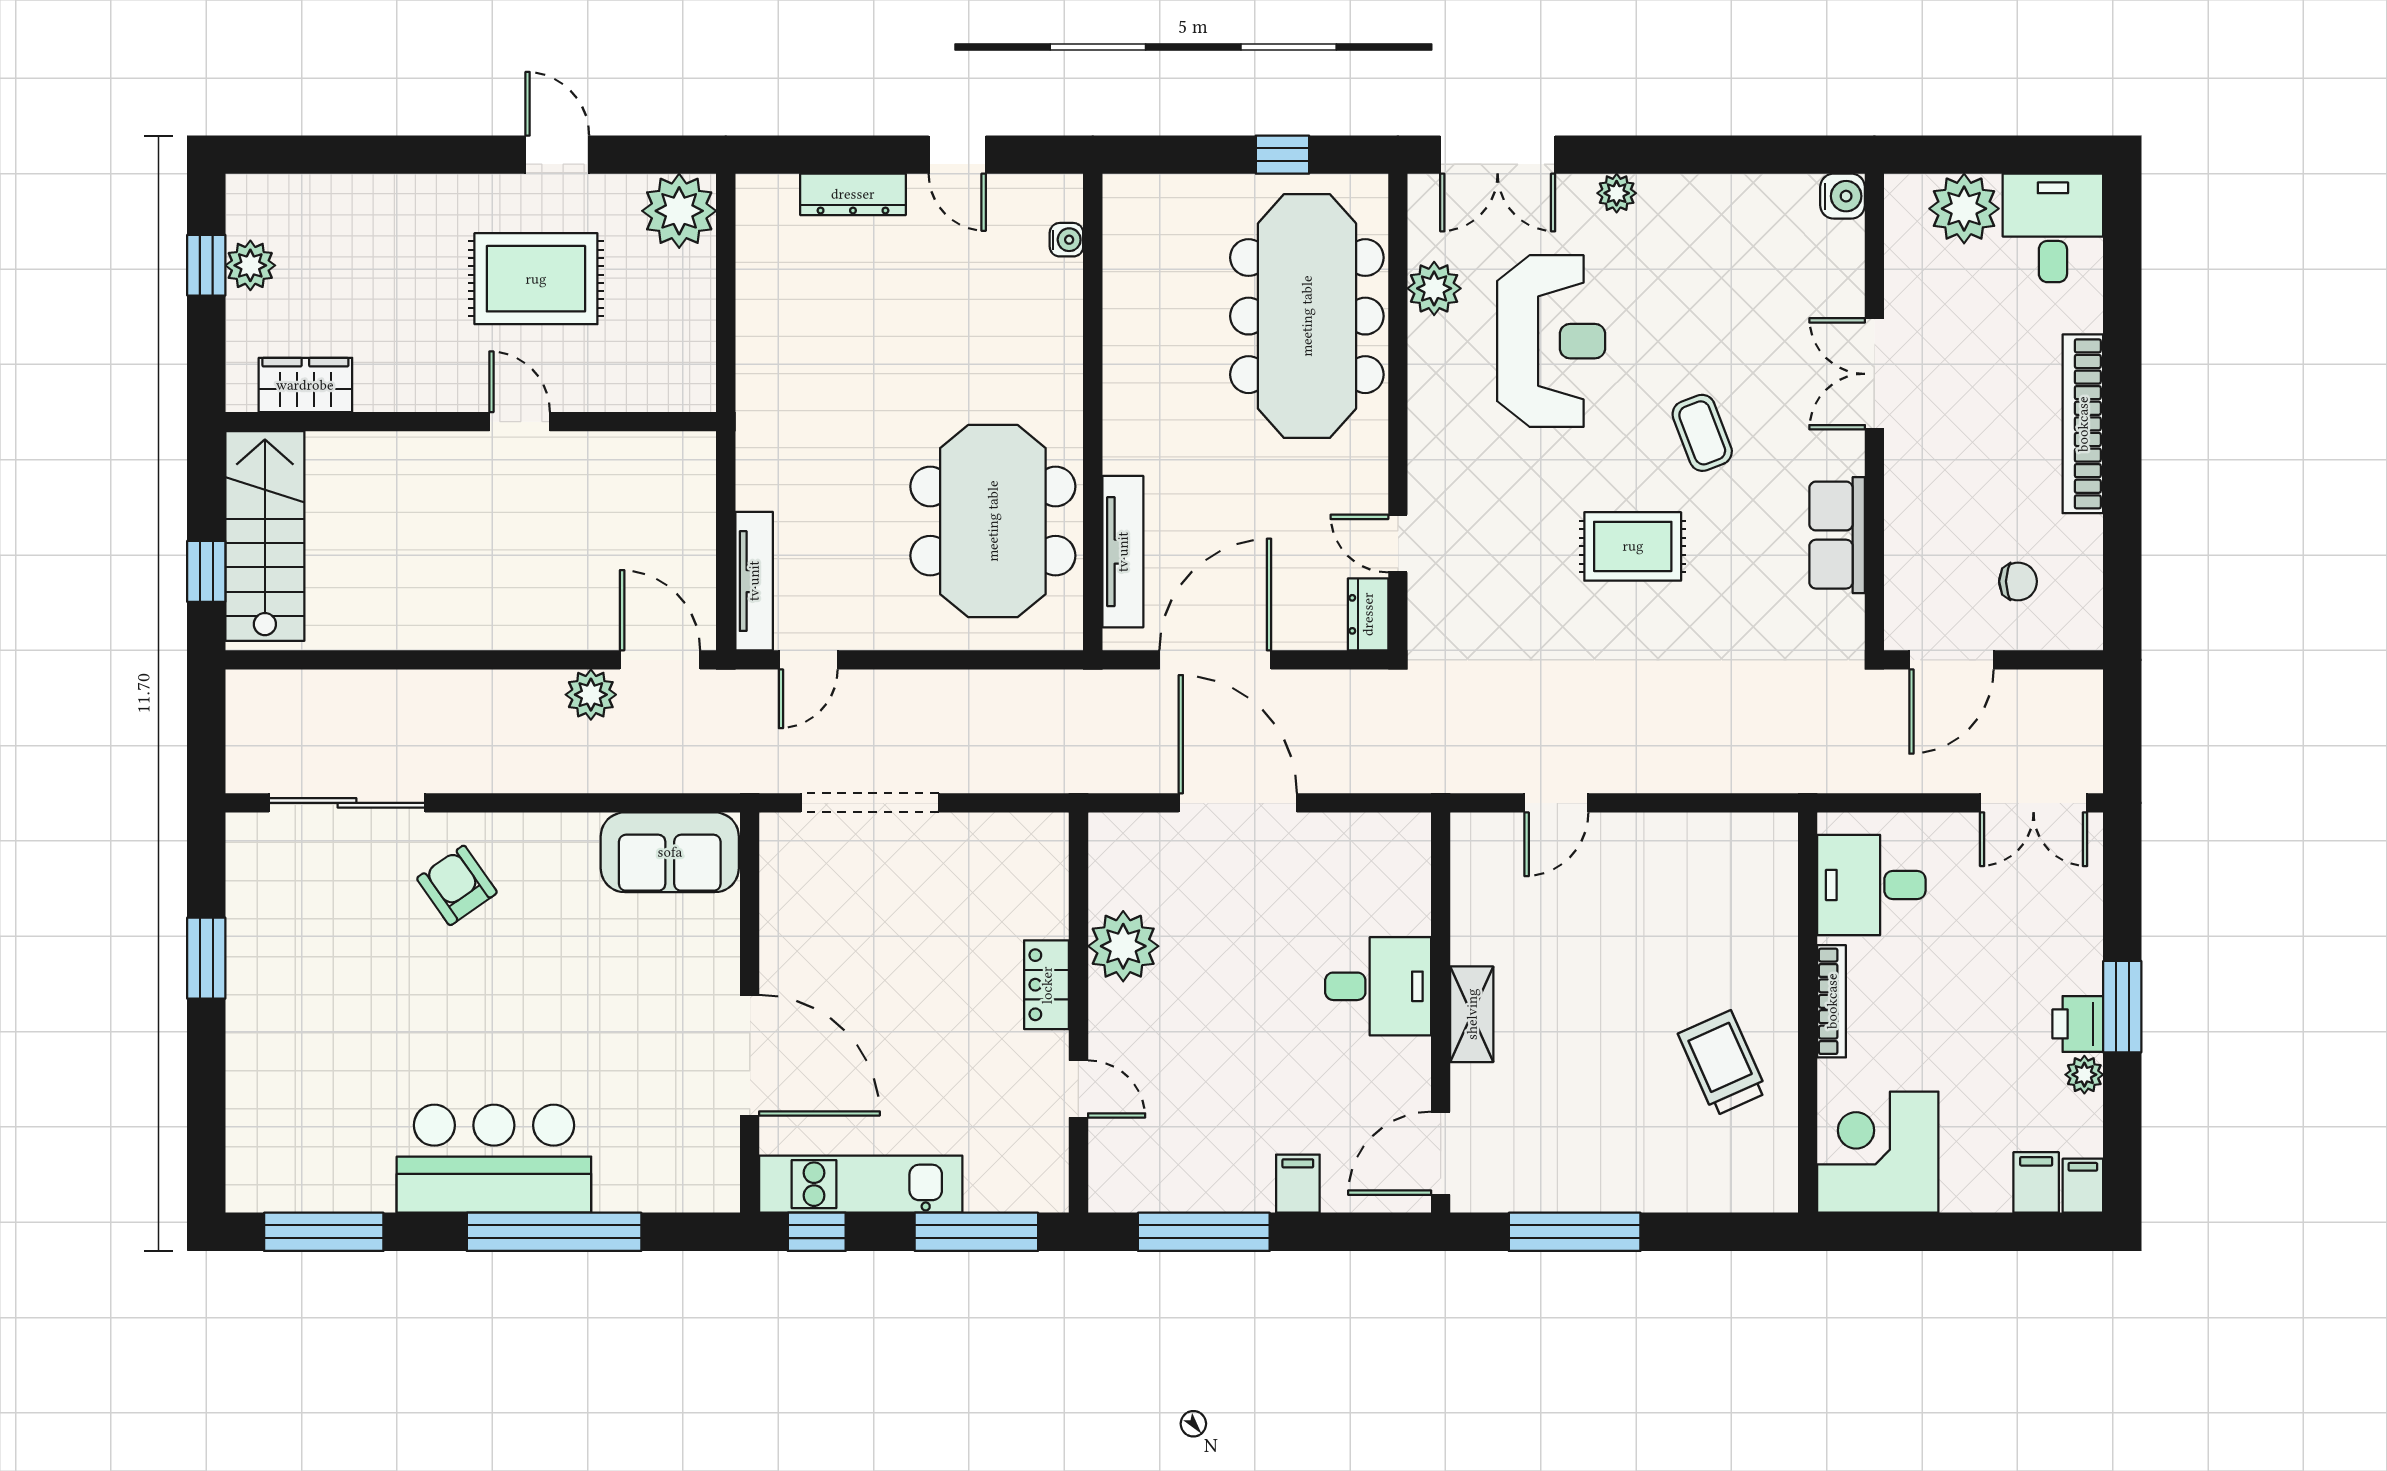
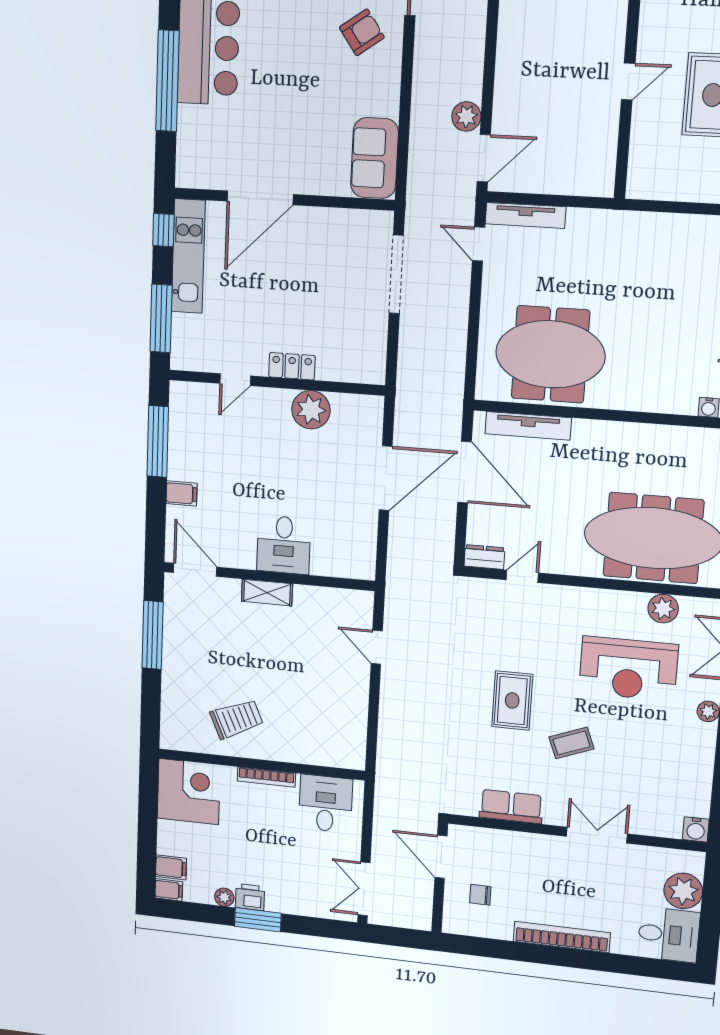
chair: (2018, 581) -> (480, 895), turned 90

